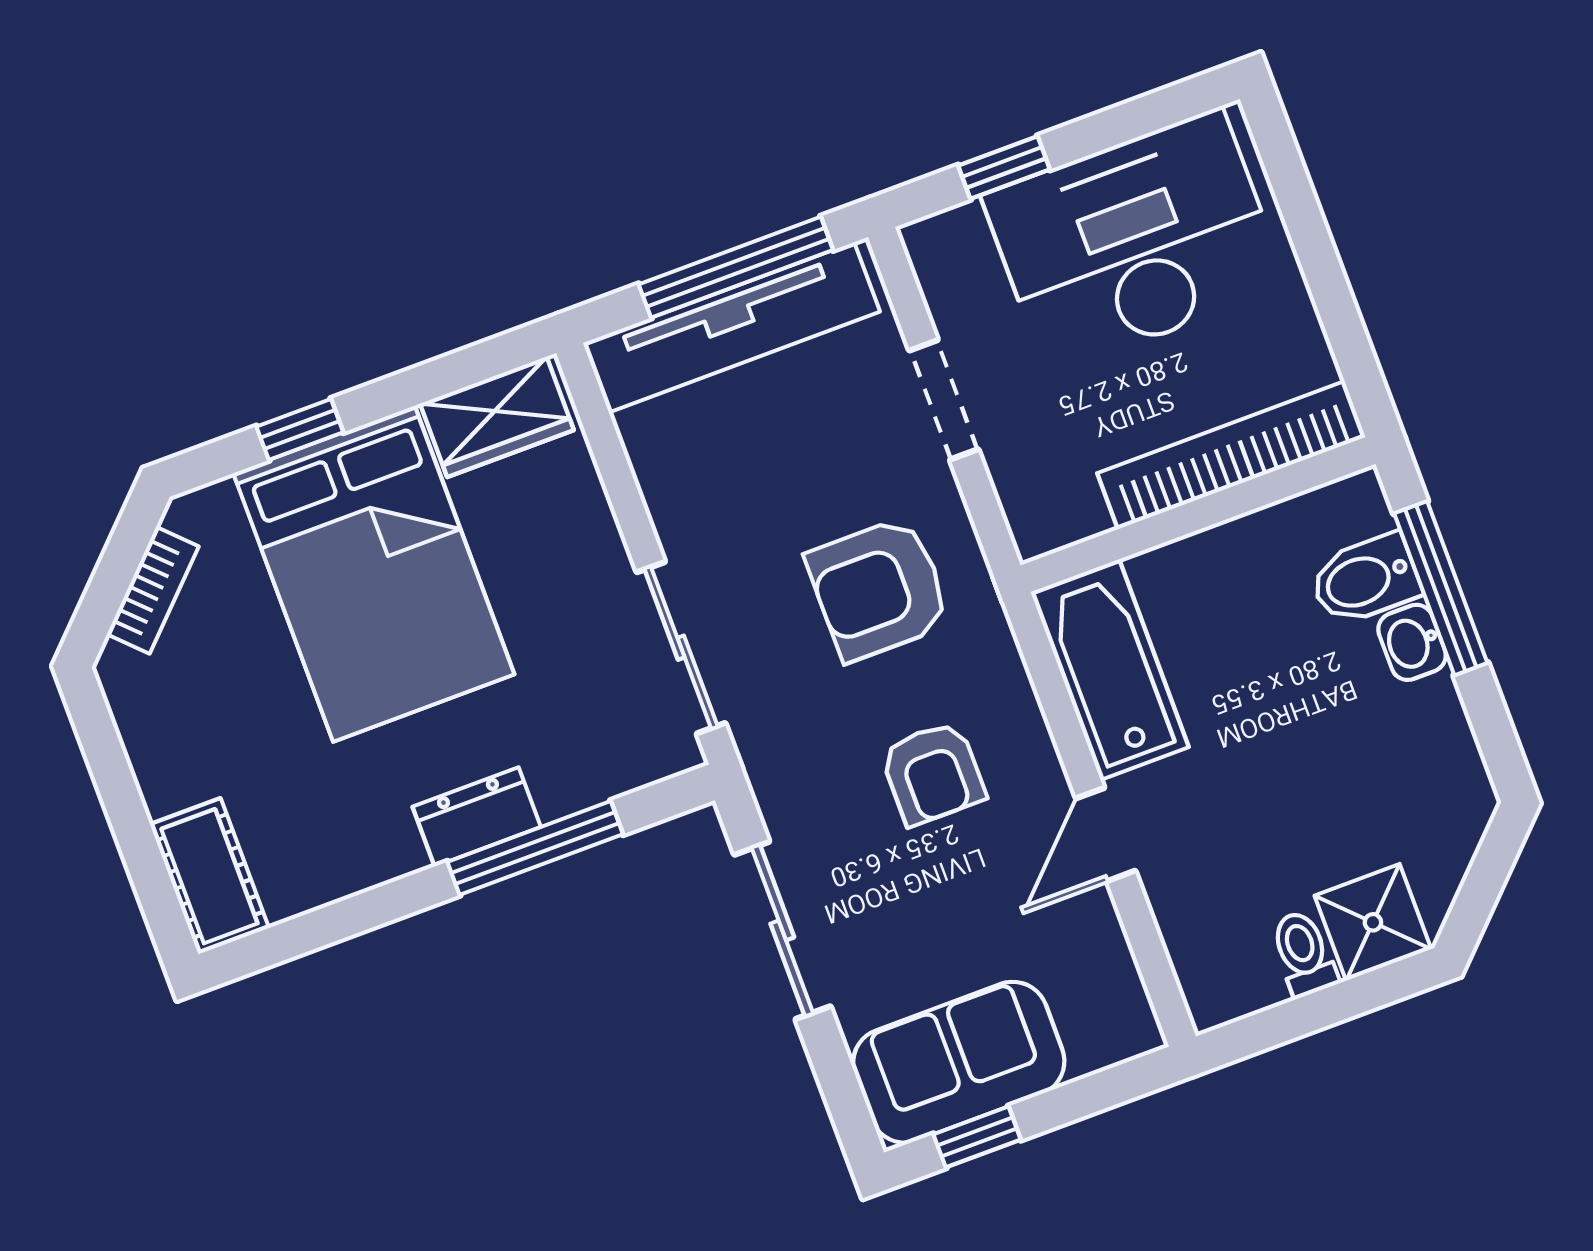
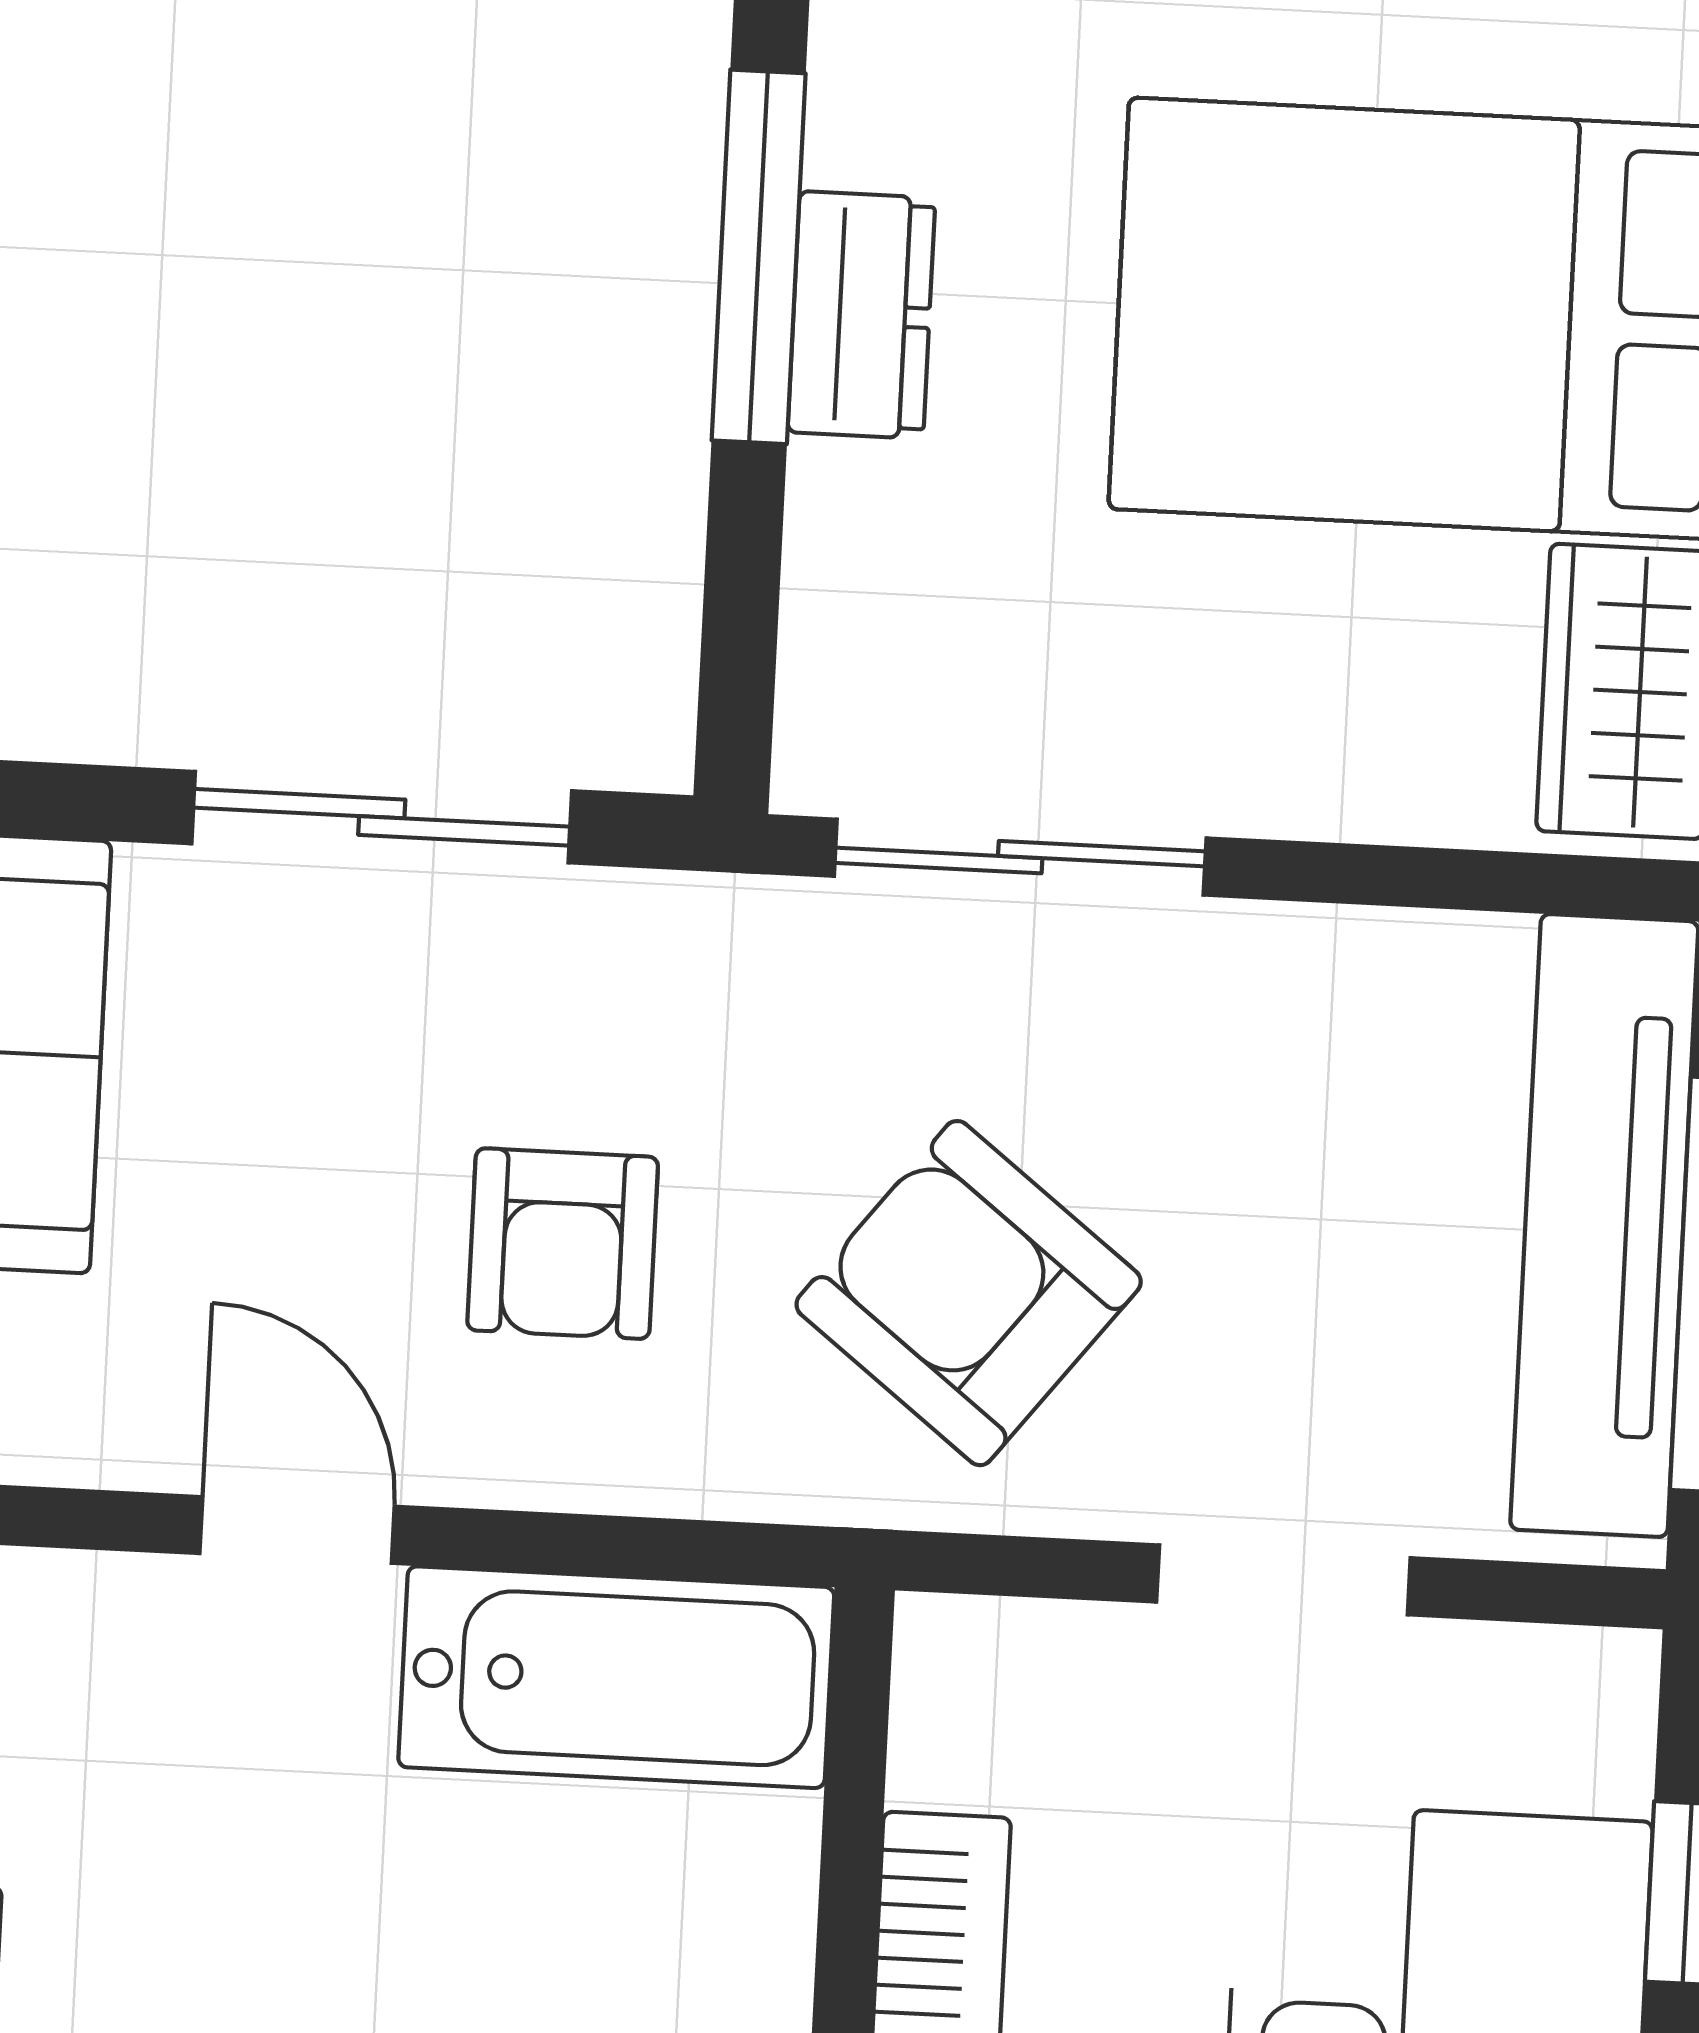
armchair: (879, 589) -> (969, 1293), turned -52
armchair: (933, 773) -> (563, 1244), turned -90
window: (535, 848) -> (759, 257), moved

